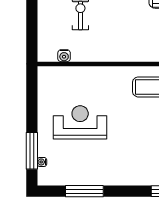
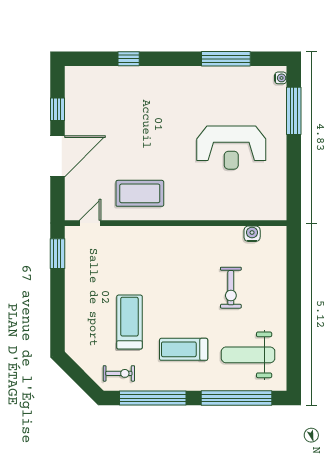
water cooler: (42, 162) -> (281, 78), moved

